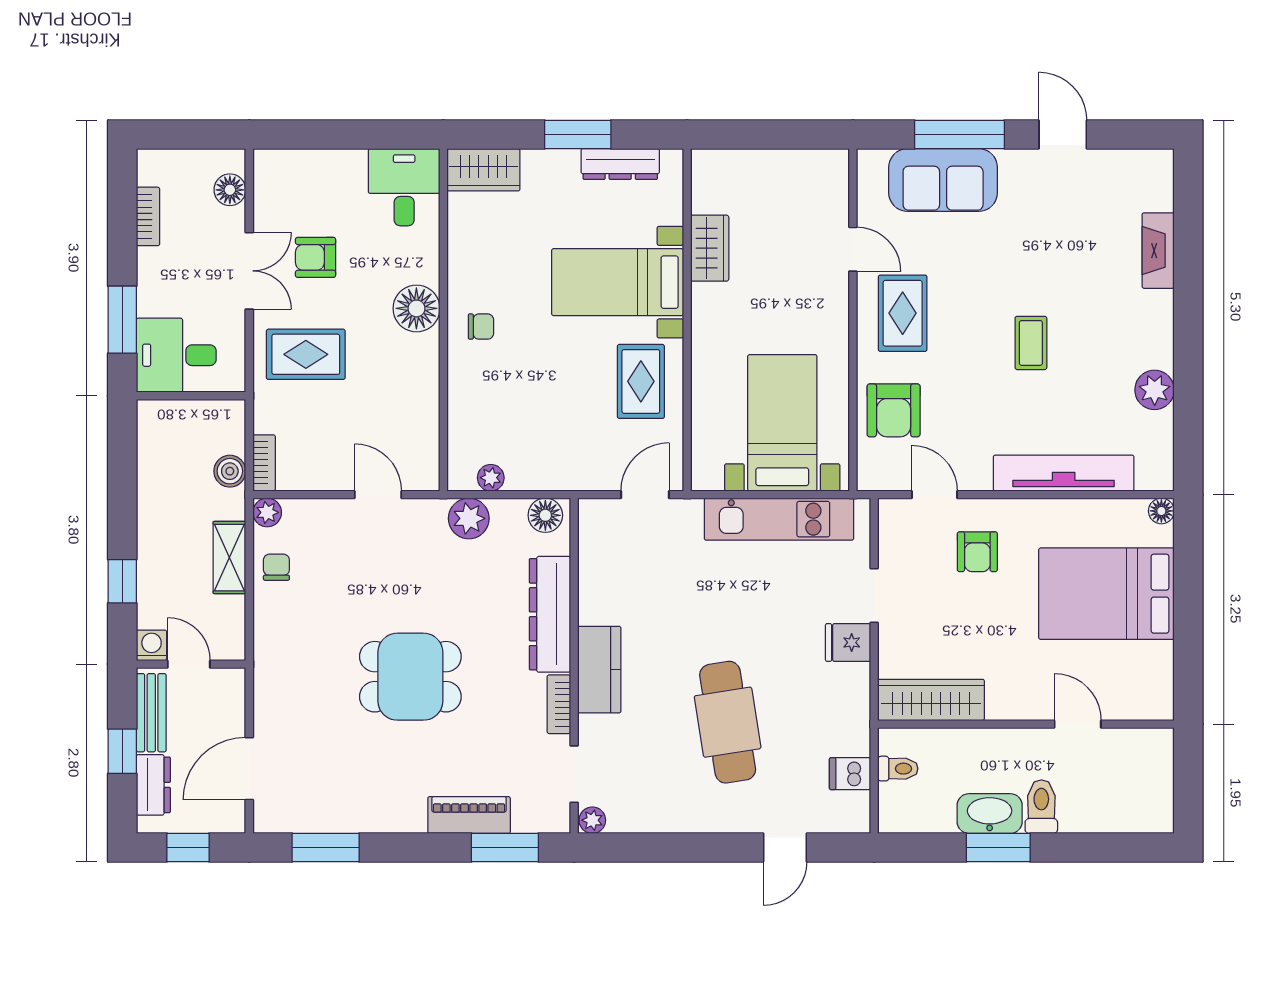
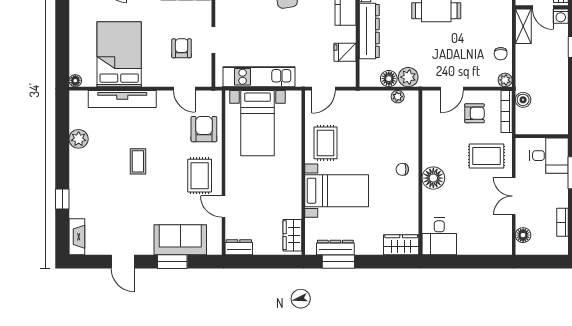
window: (578, 134) -> (338, 262), moved
window: (959, 134) -> (172, 262), width x0.69
dresser: (821, 164) -> (239, 247), added
wardrobe: (710, 248) -> (292, 235), moved
fireplace: (1158, 251) -> (77, 237), moved
armchair: (315, 257) -> (475, 113), moved
window: (1188, 265) -> (62, 199), added
bookcase: (264, 463) -> (507, 111), width x1.56
door: (378, 495) -> (452, 89), hinge flipped
floor lamp: (545, 515) -> (389, 79), moved
armchair: (977, 552) -> (182, 48), moved
shelving: (229, 558) -> (523, 26), moved
bed: (1106, 594) -> (119, 54), moved, turned -90
fridge: (848, 642) -> (345, 52), moved, turned 180

